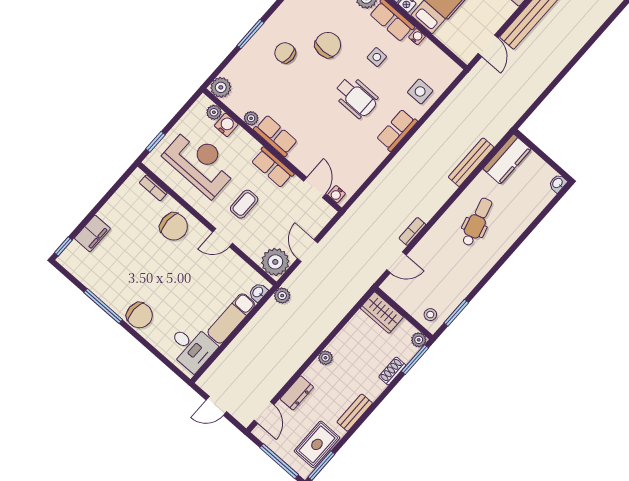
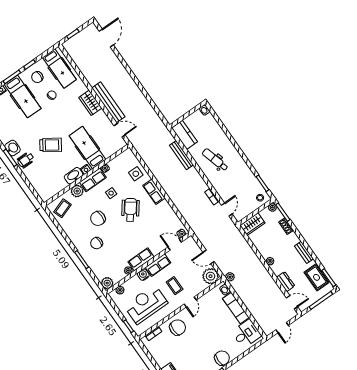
chair: (328, 45) -> (98, 218), turned -90
wheelchair: (356, 97) -> (130, 210), turned -53
water cooler: (226, 125) -> (143, 275), moved

